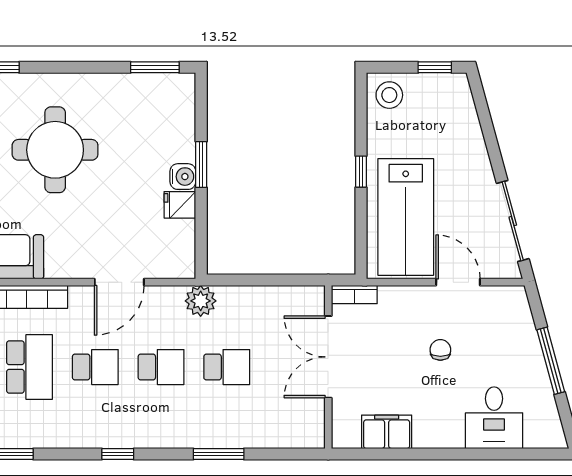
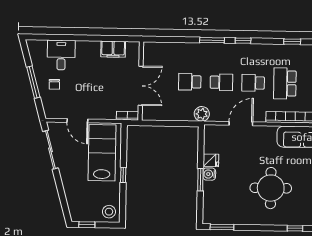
chair: (440, 350) -> (54, 84), moved
school desk: (161, 367) -> (221, 82), turned 180
window: (219, 454) -> (212, 40), moved

